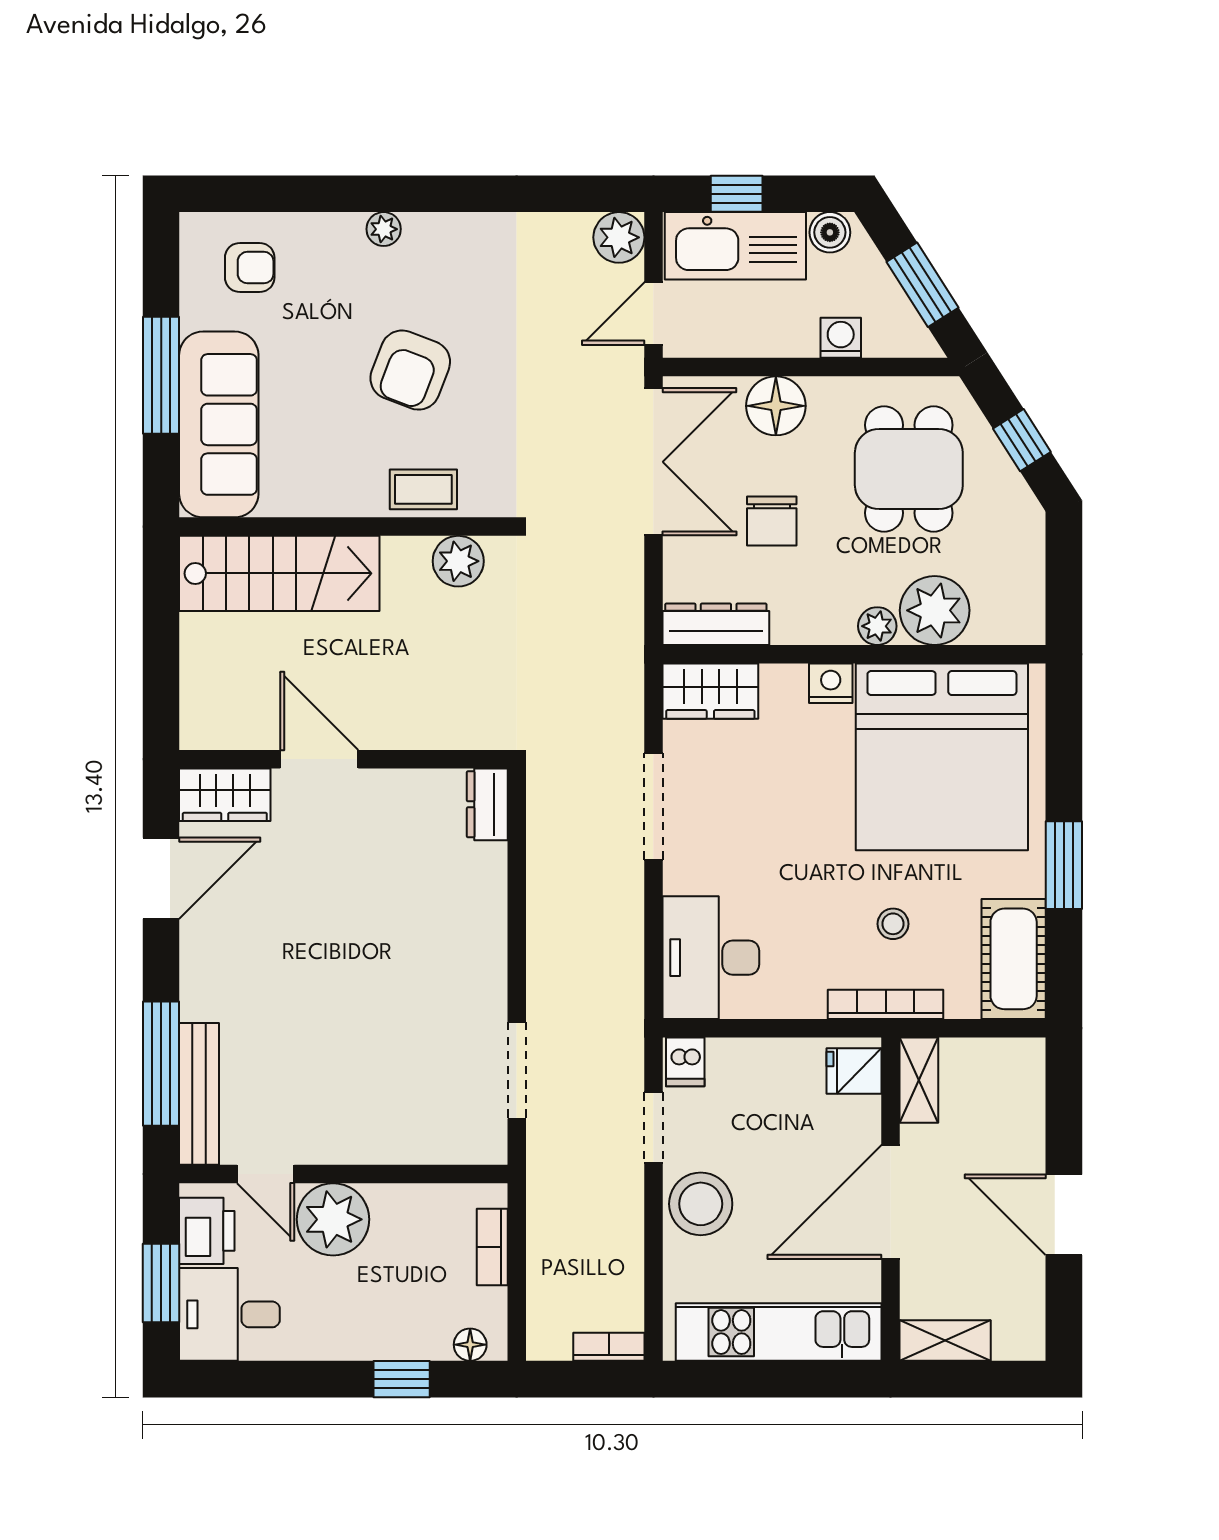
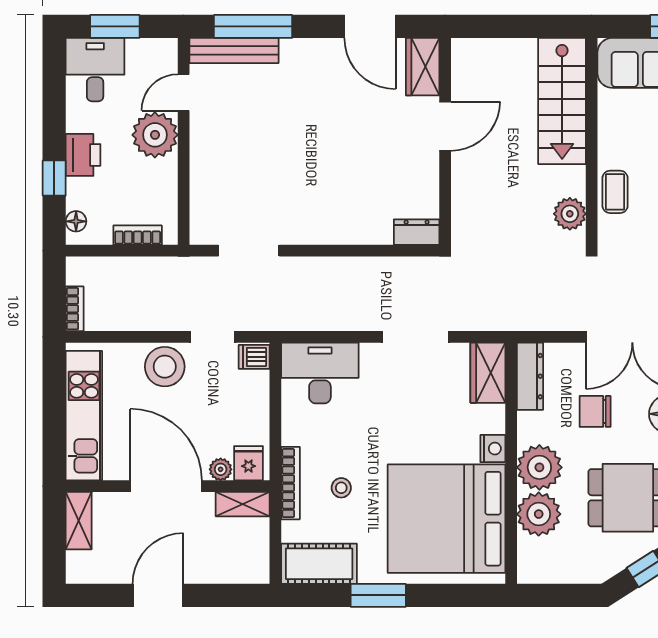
plant: (877, 626) -> (539, 467), width x1.88, depth x1.88
plant: (864, 1115) -> (221, 469), added
printer: (207, 1231) -> (83, 155), moved, turned -90

